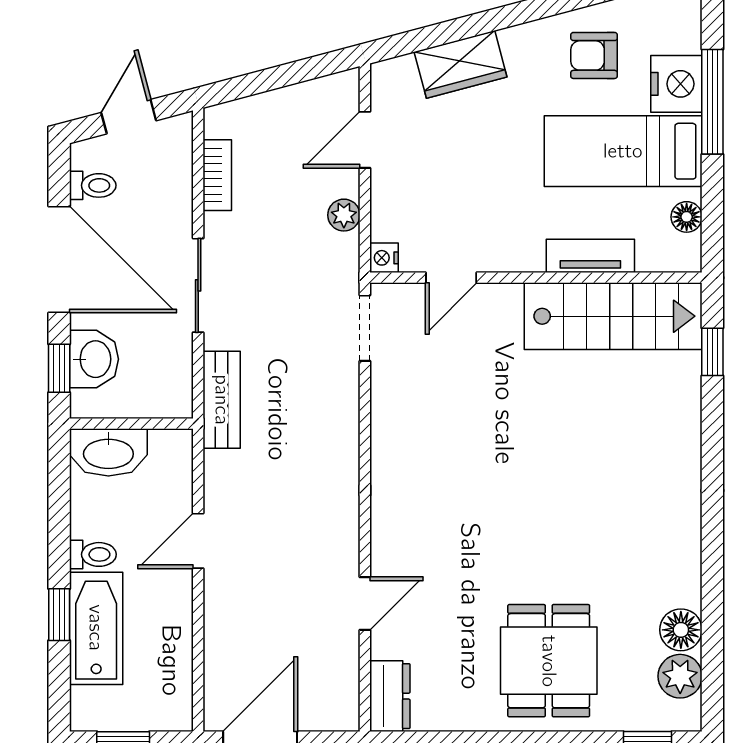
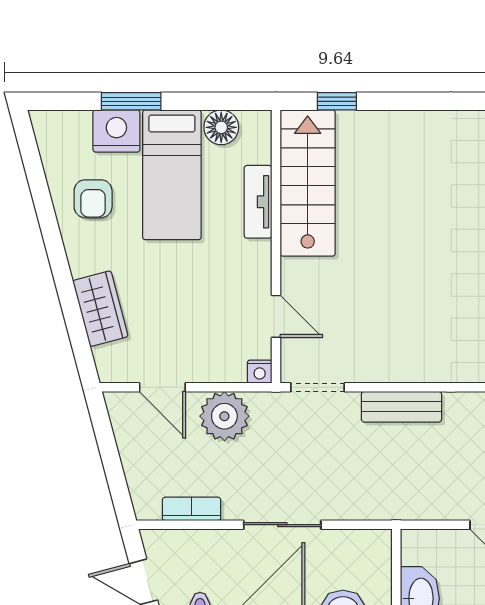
window: (712, 102) -> (131, 101), width x0.69
plant: (344, 215) -> (224, 416), width x1.88, depth x1.88
floor lamp: (687, 217) -> (221, 127), width x1.37, depth x1.37
bench: (222, 400) -> (401, 407), moved

